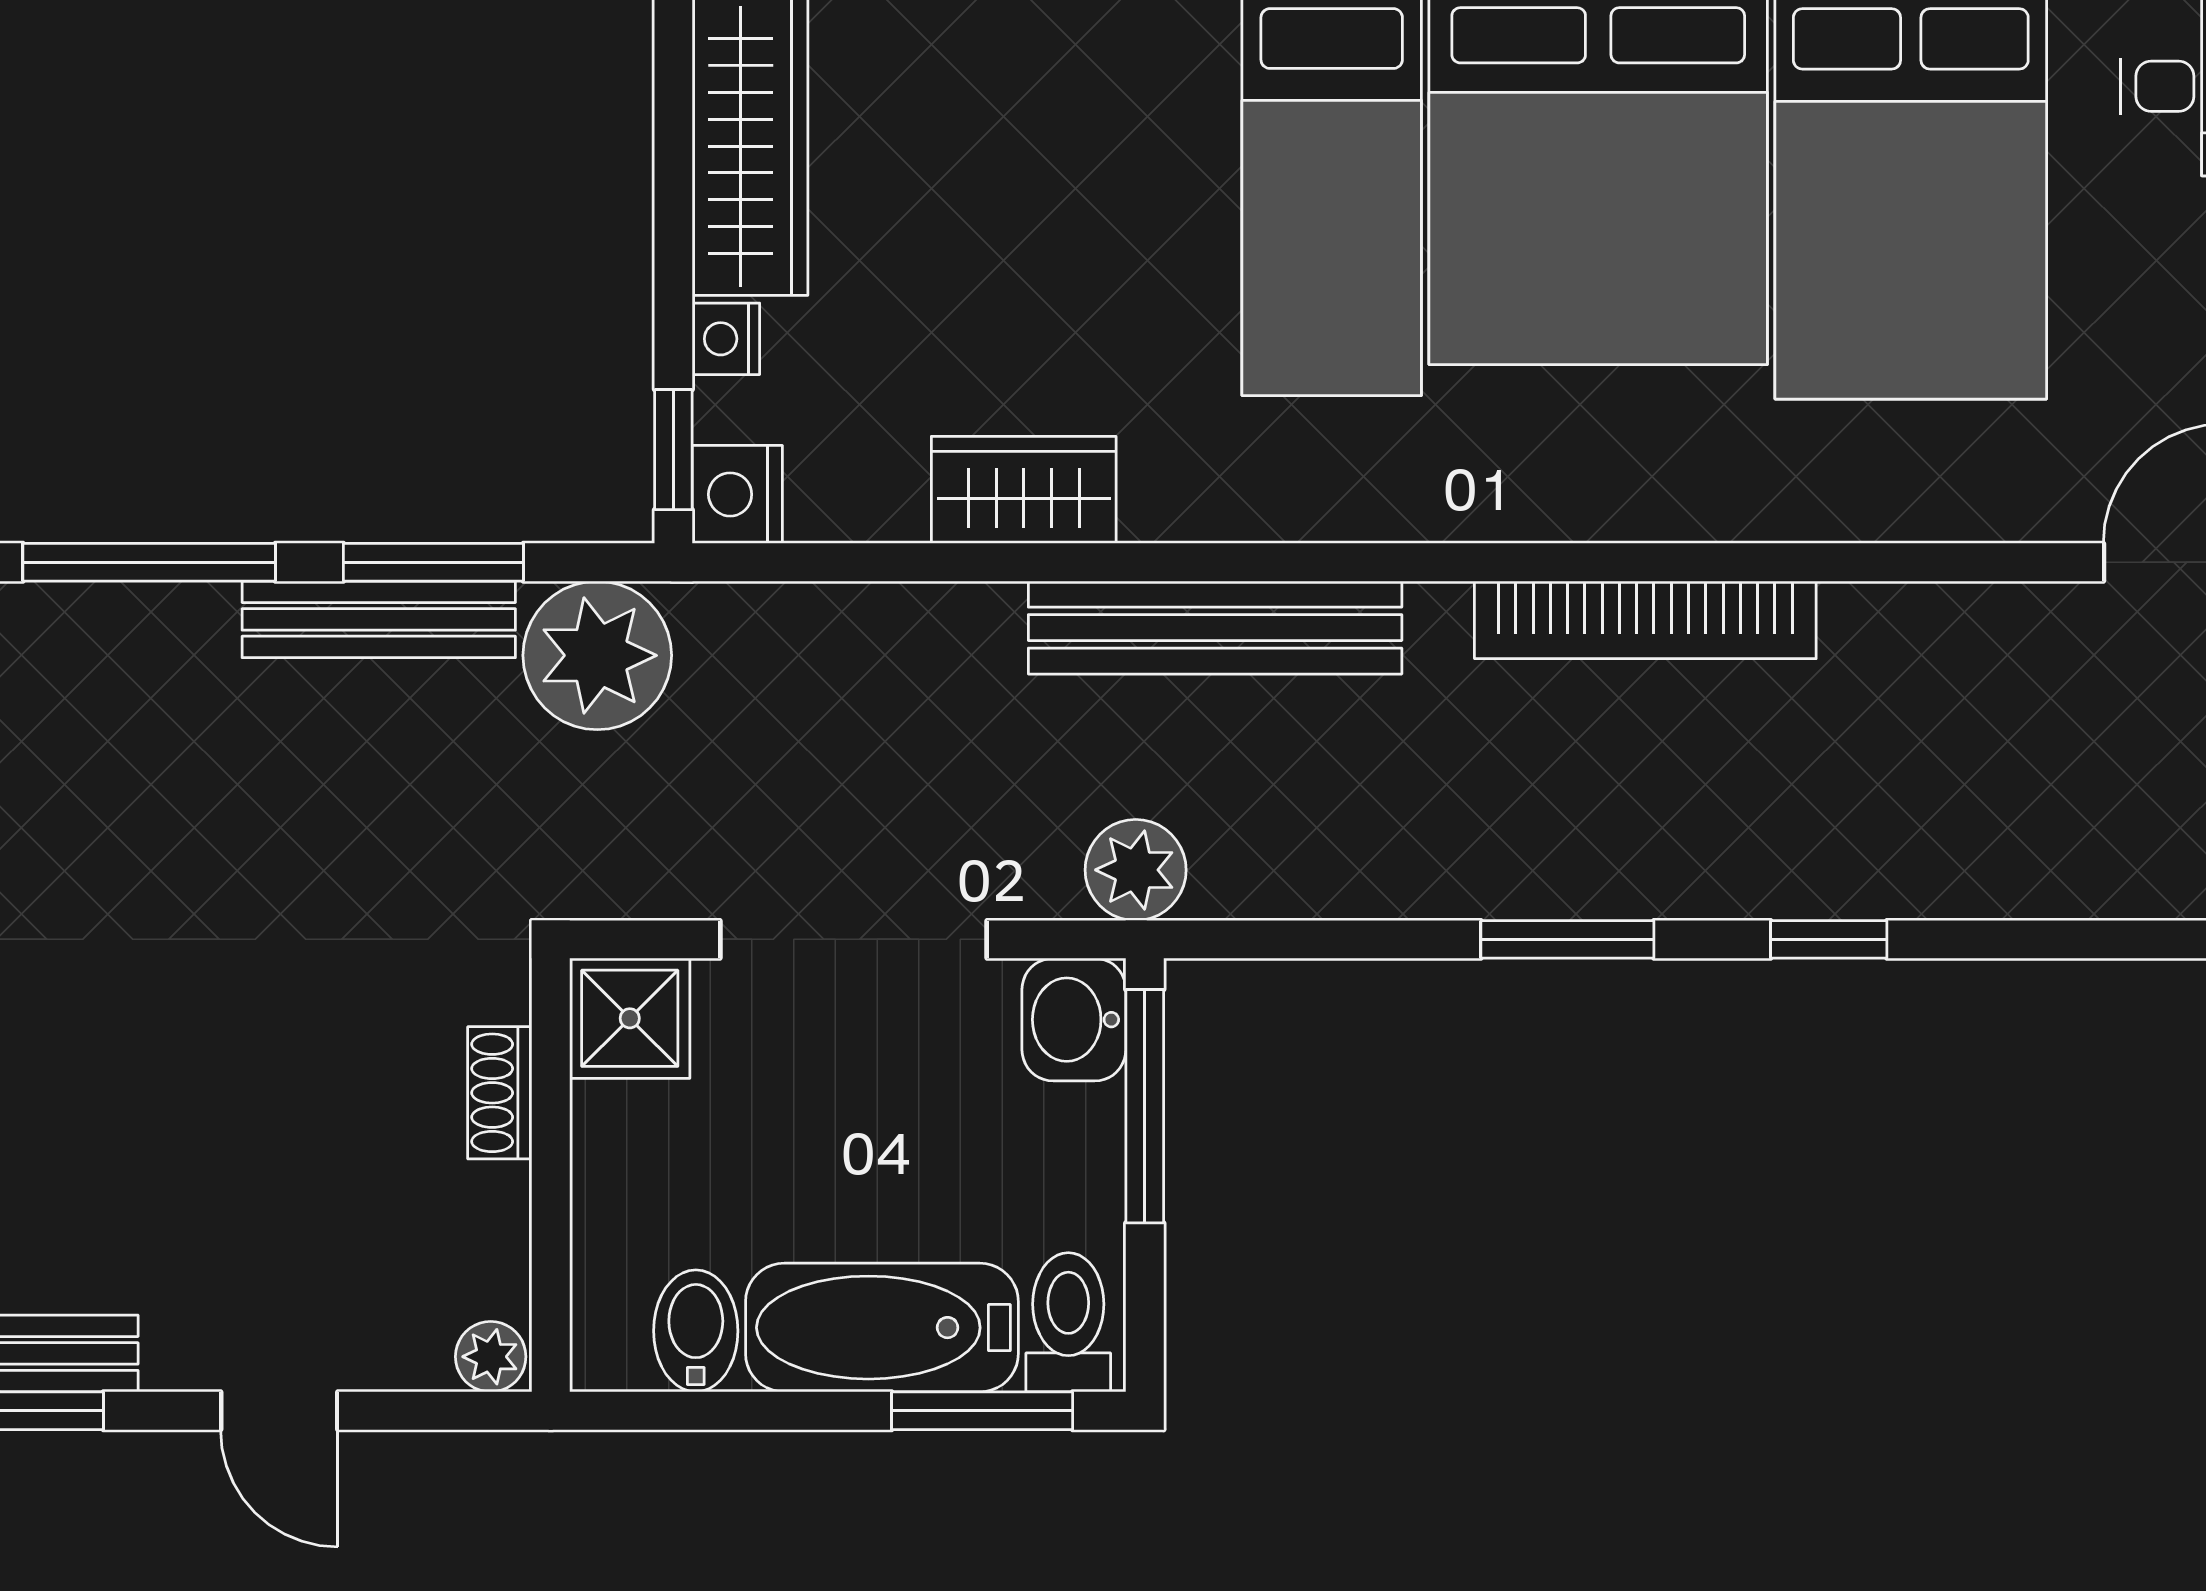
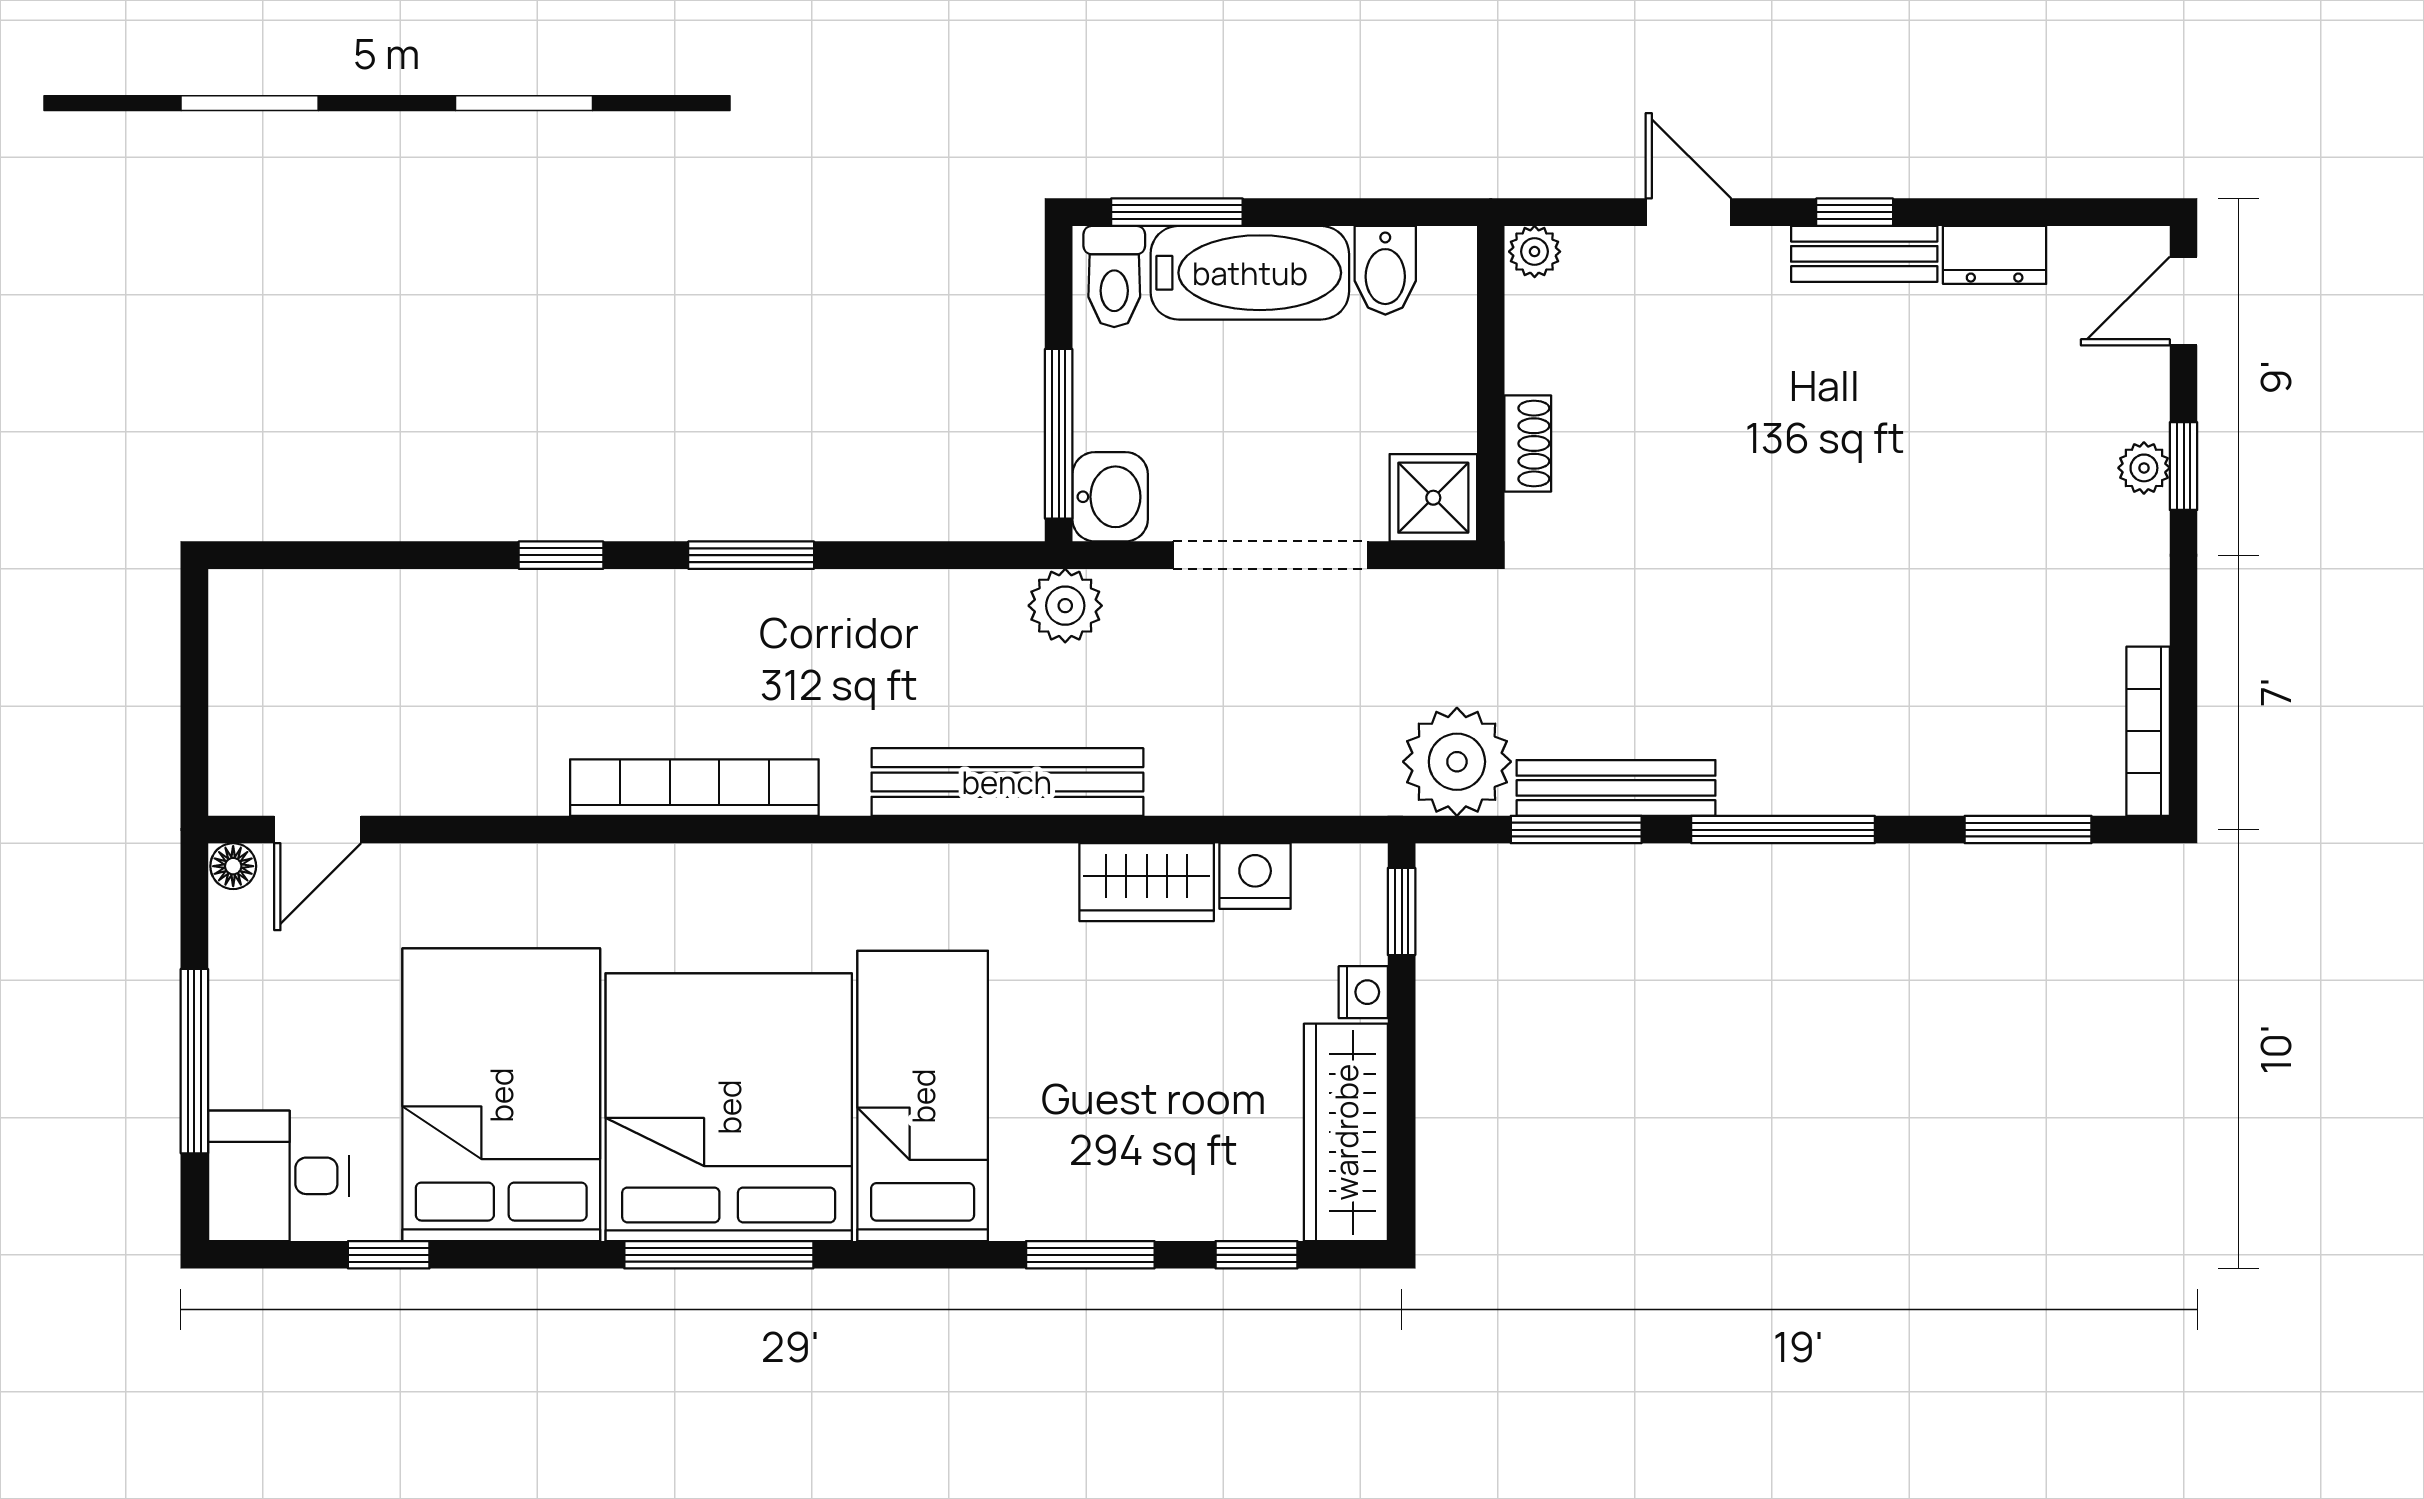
nightstand: (737, 494) -> (1255, 876), moved, turned -90

